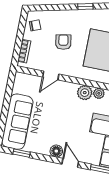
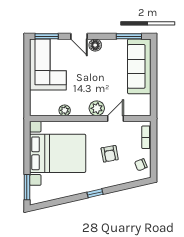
plant: (85, 93) -> (97, 108), moved
window: (22, 153) -> (129, 36), width x1.50

